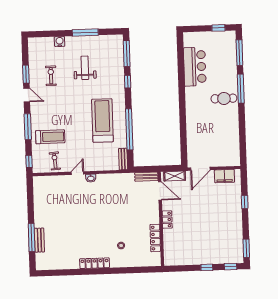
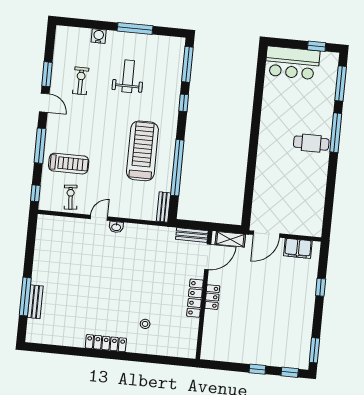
bar counter: (195, 67) -> (292, 63), moved, turned 90
door: (160, 191) -> (208, 257), hinge flipped
locker: (155, 238) -> (195, 298), moved

